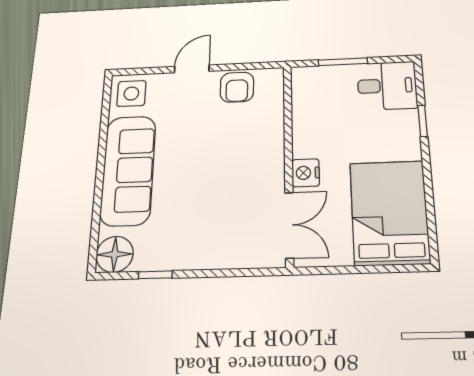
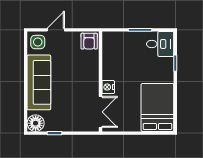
door: (192, 69) -> (56, 30), moved
wall: (288, 162) -> (100, 81), moved
nightstand: (306, 173) -> (108, 87), moved
double door: (289, 225) -> (100, 112), moved

